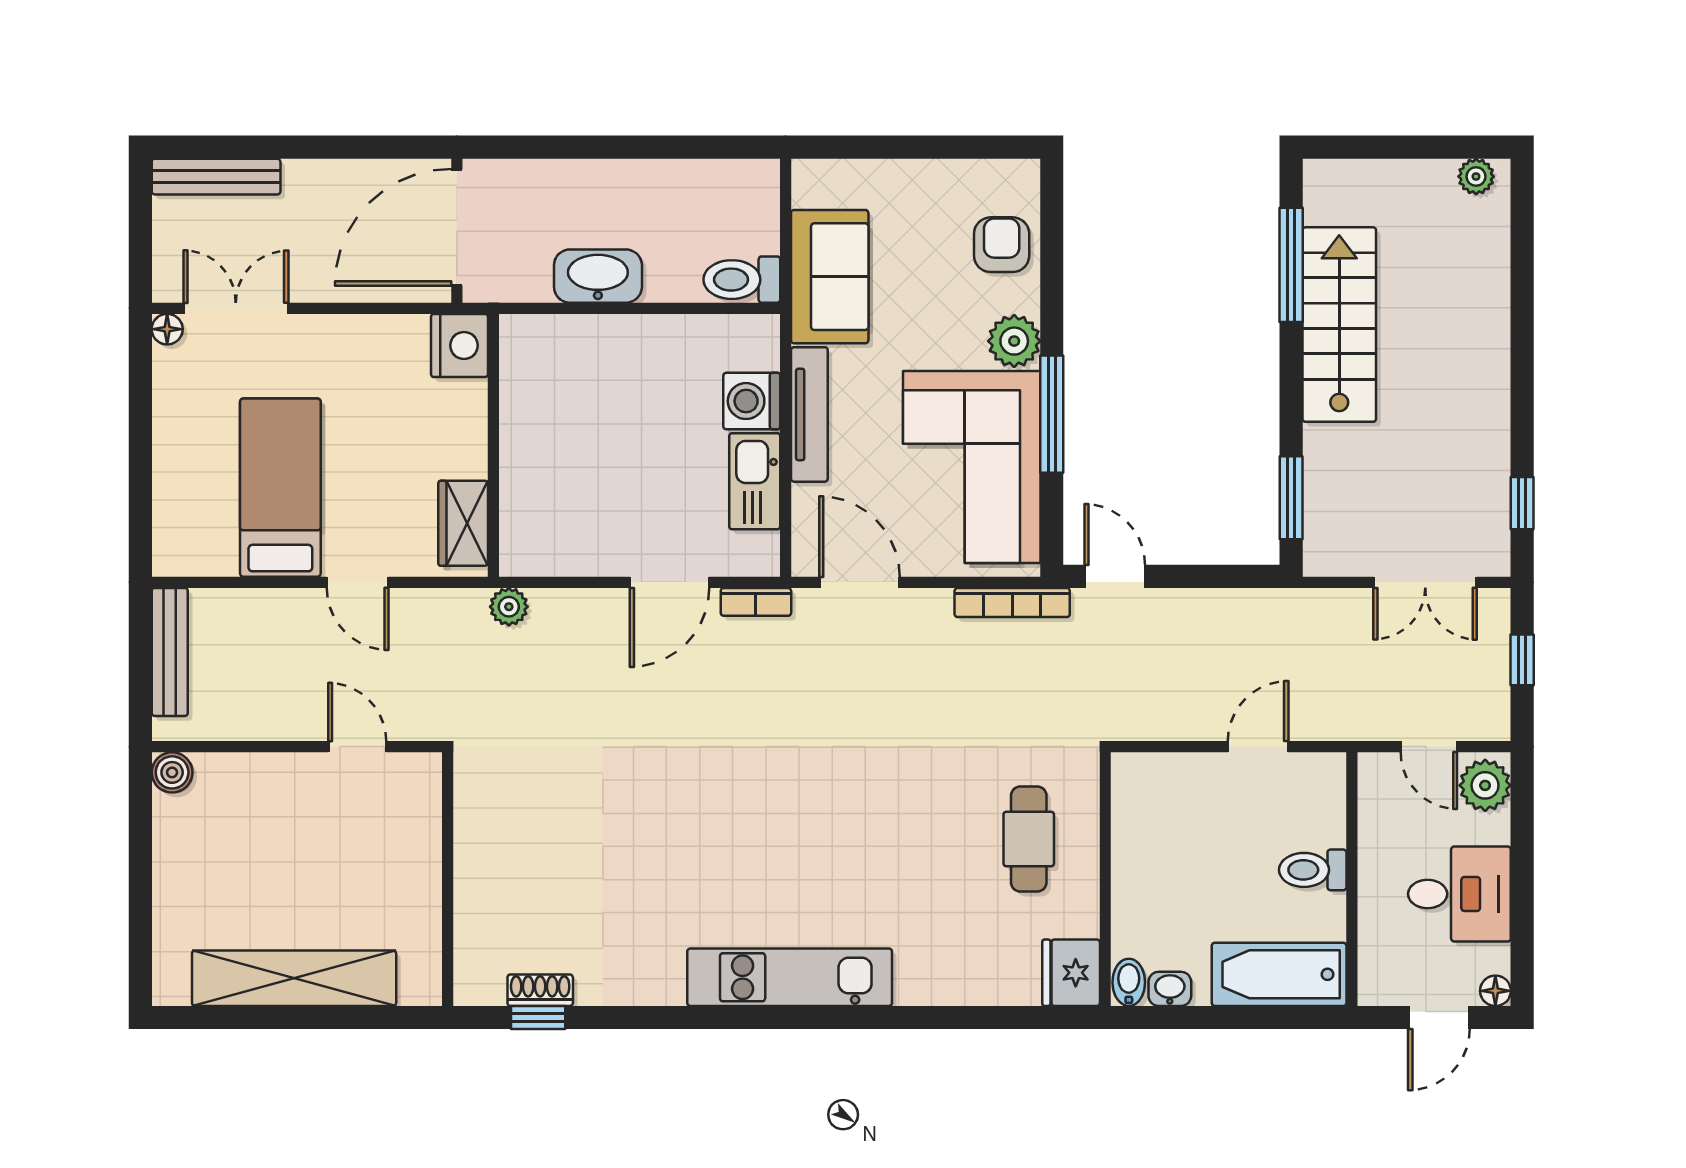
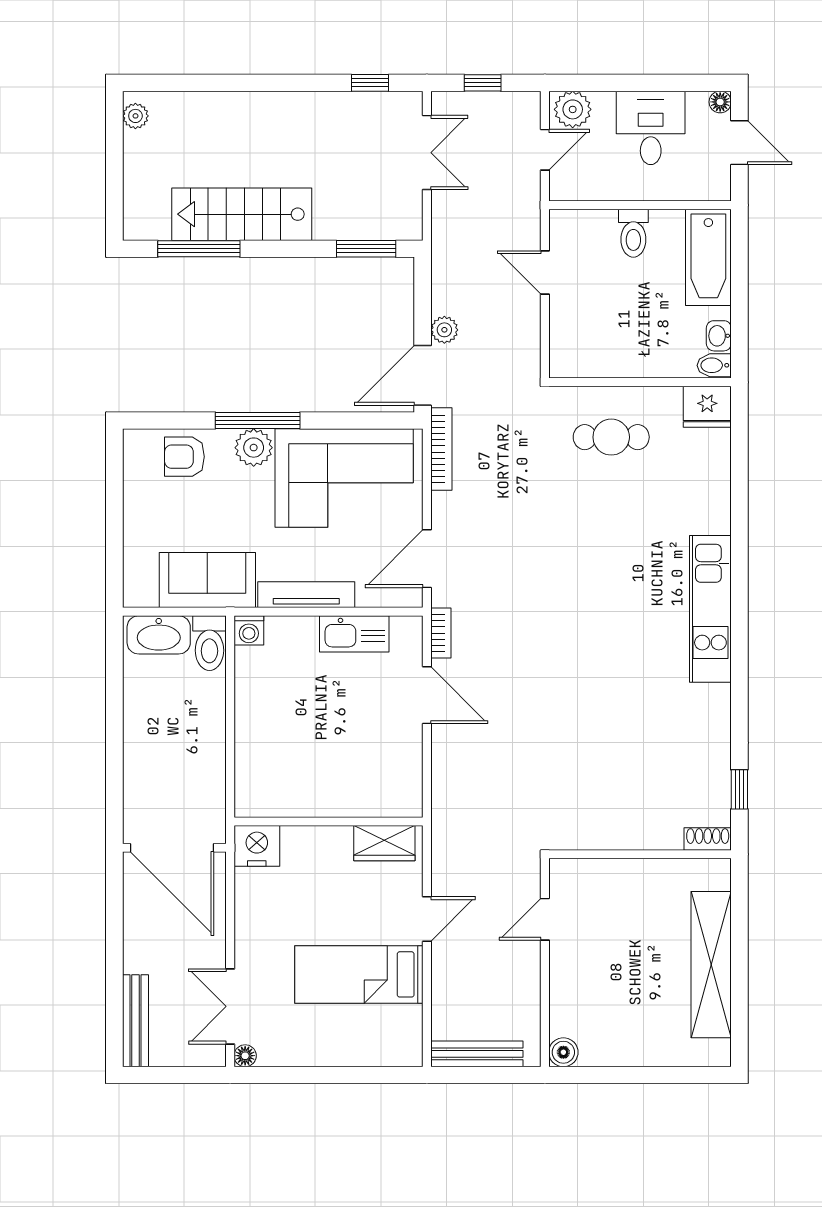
washbasin: (598, 276) -> (159, 635), moved, turned -90
washing machine: (752, 401) -> (249, 630), moved, width x0.73, depth x0.73
window: (1052, 414) -> (258, 421), moved
door: (1115, 576) -> (423, 375), width x1.38
plant: (509, 607) -> (444, 330), moved
shoe rack: (540, 990) -> (708, 839), moved, turned 90

